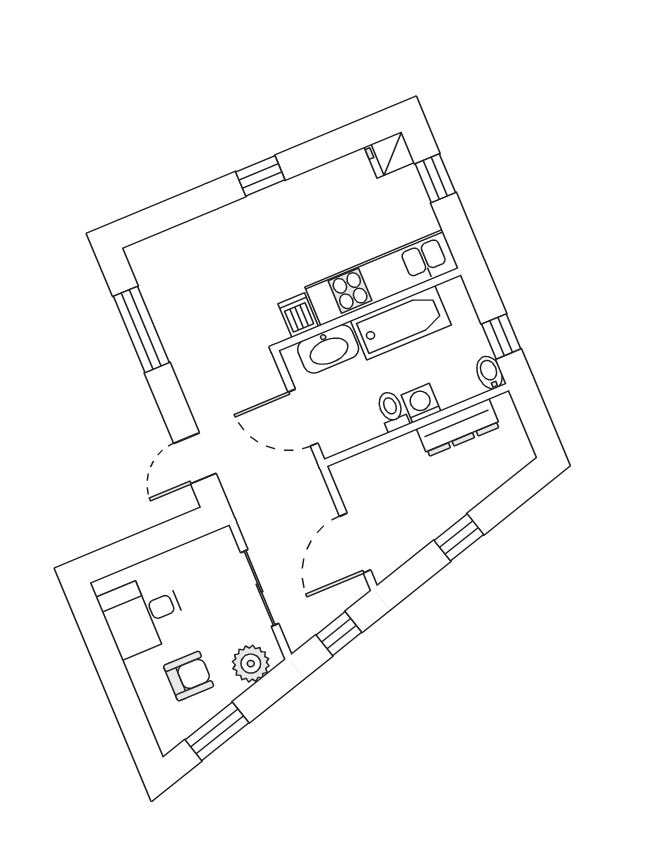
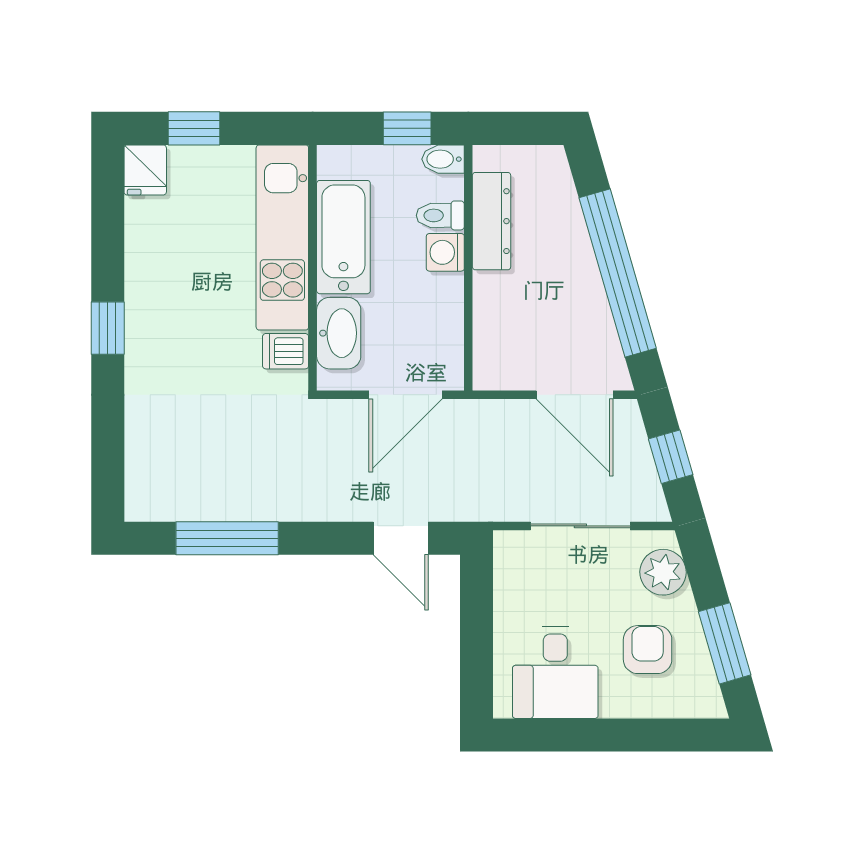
toilet: (392, 411) -> (440, 215), moved
window: (459, 537) -> (618, 273), width x3.17

